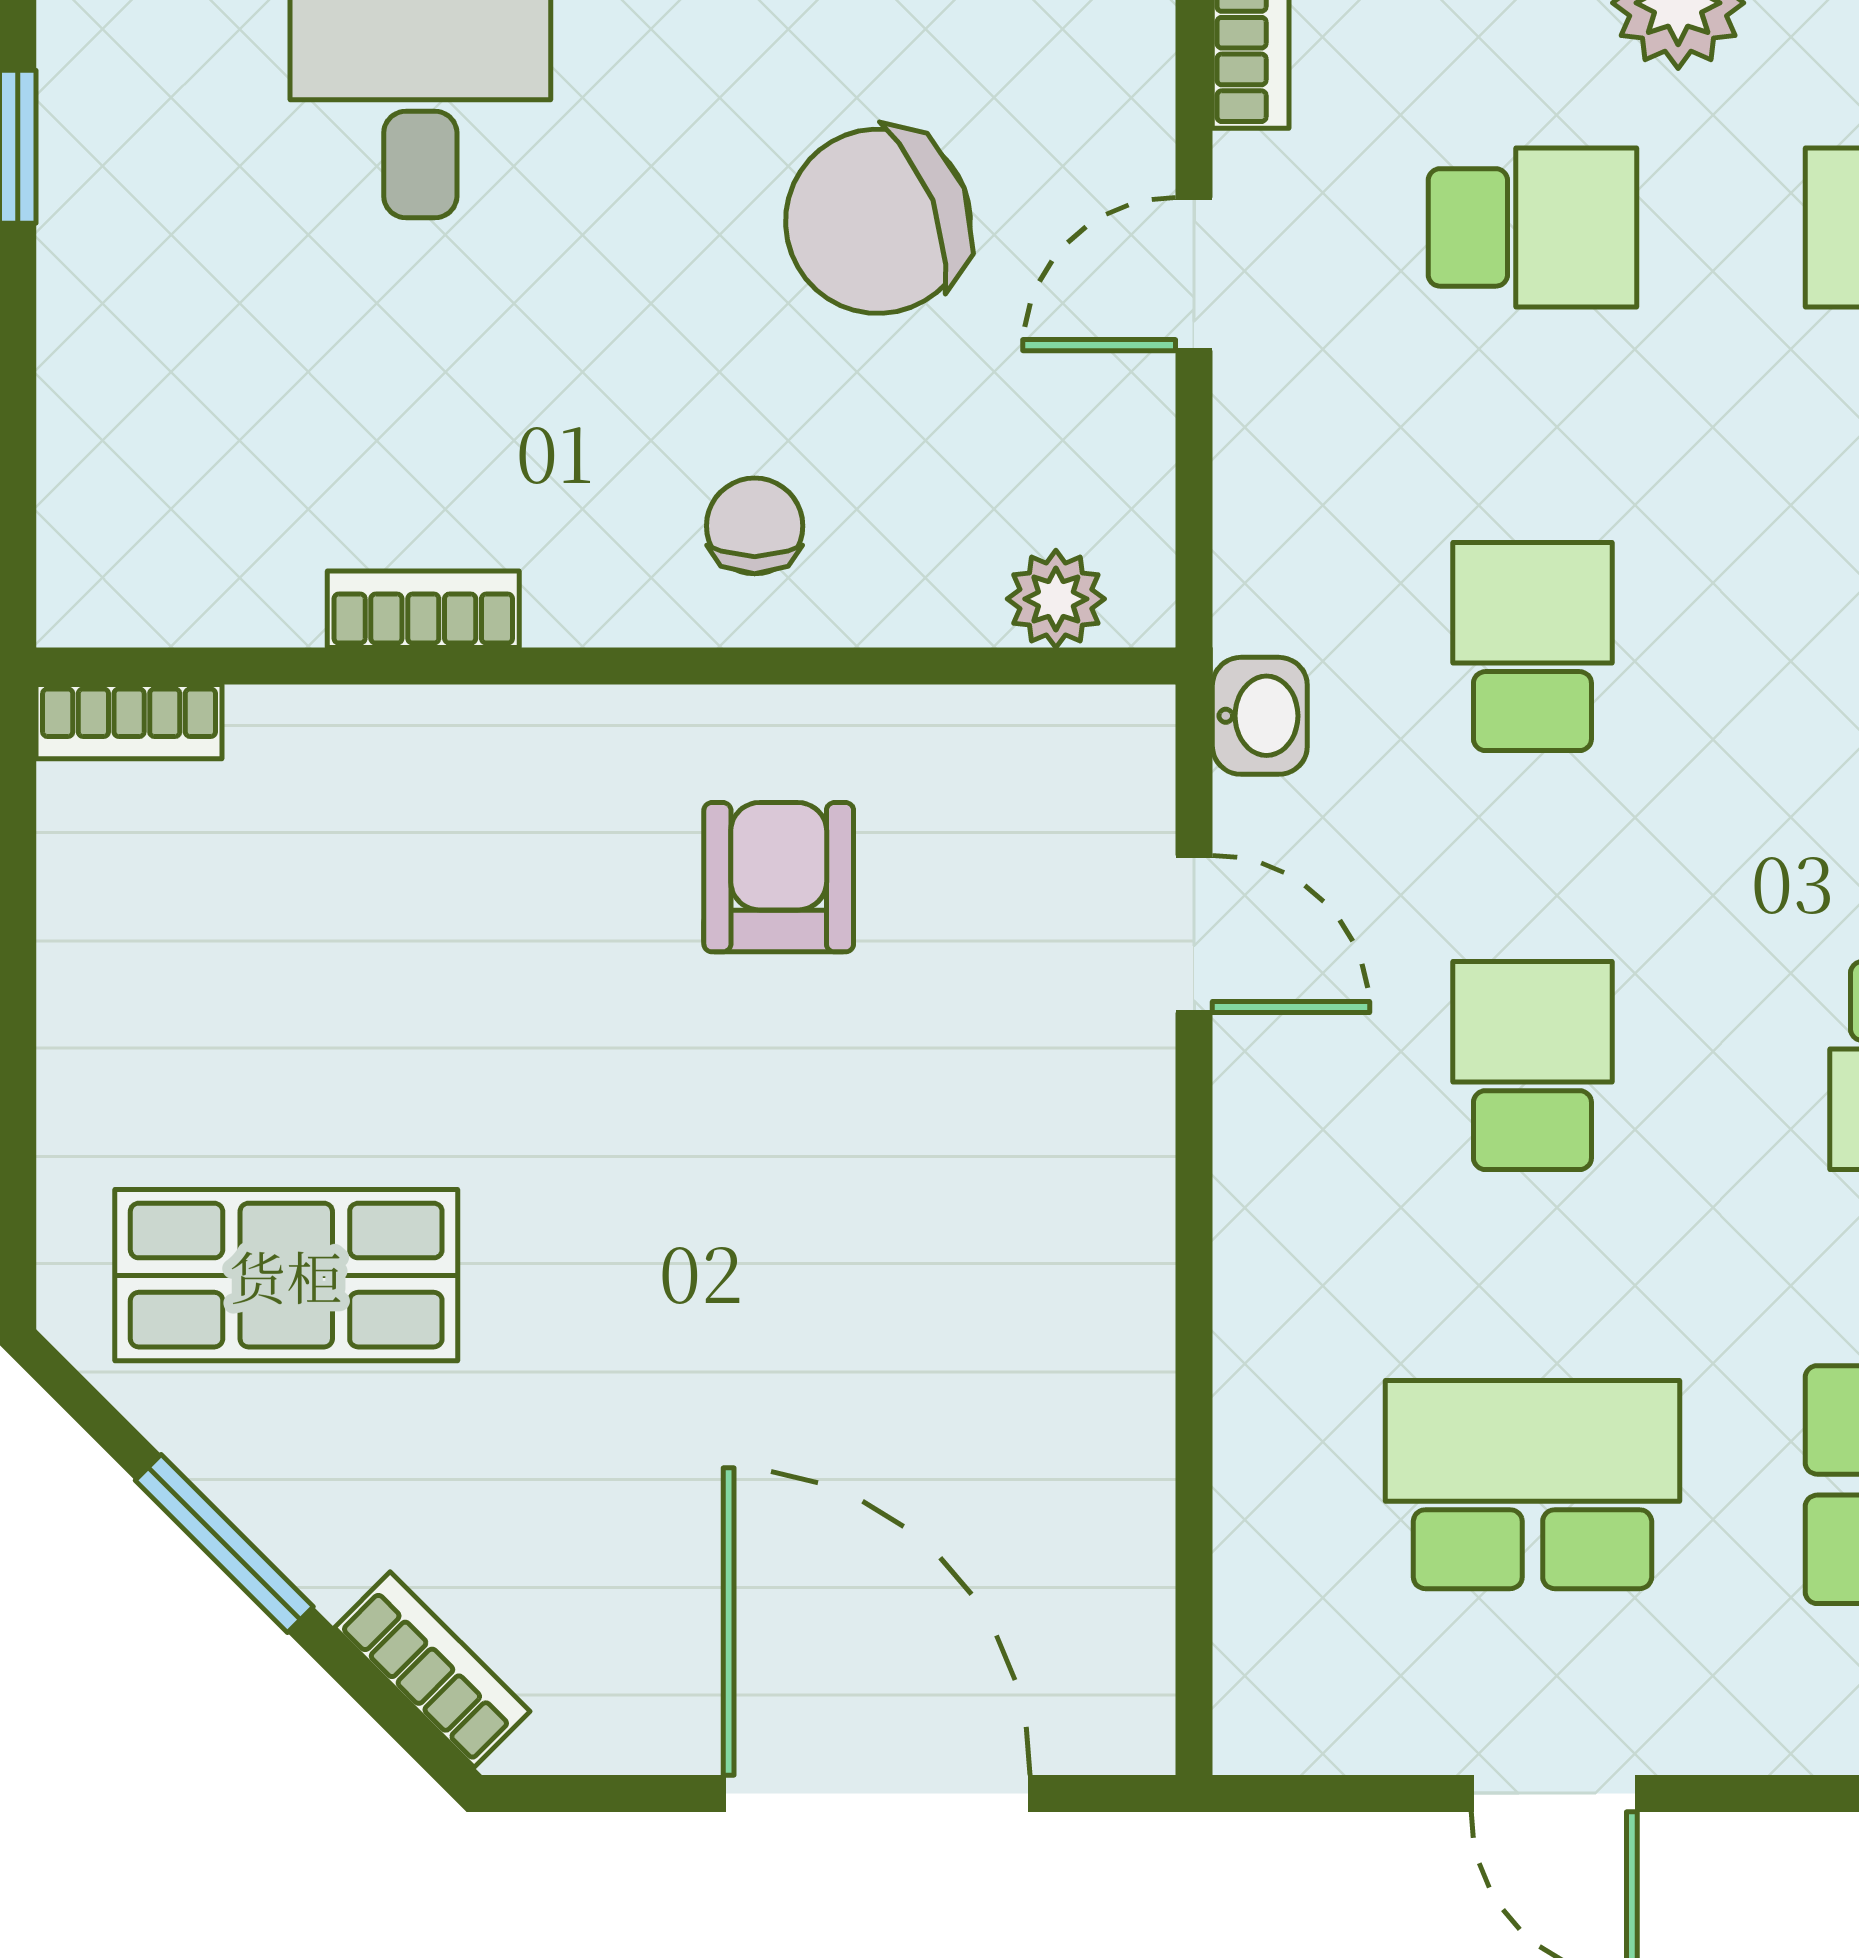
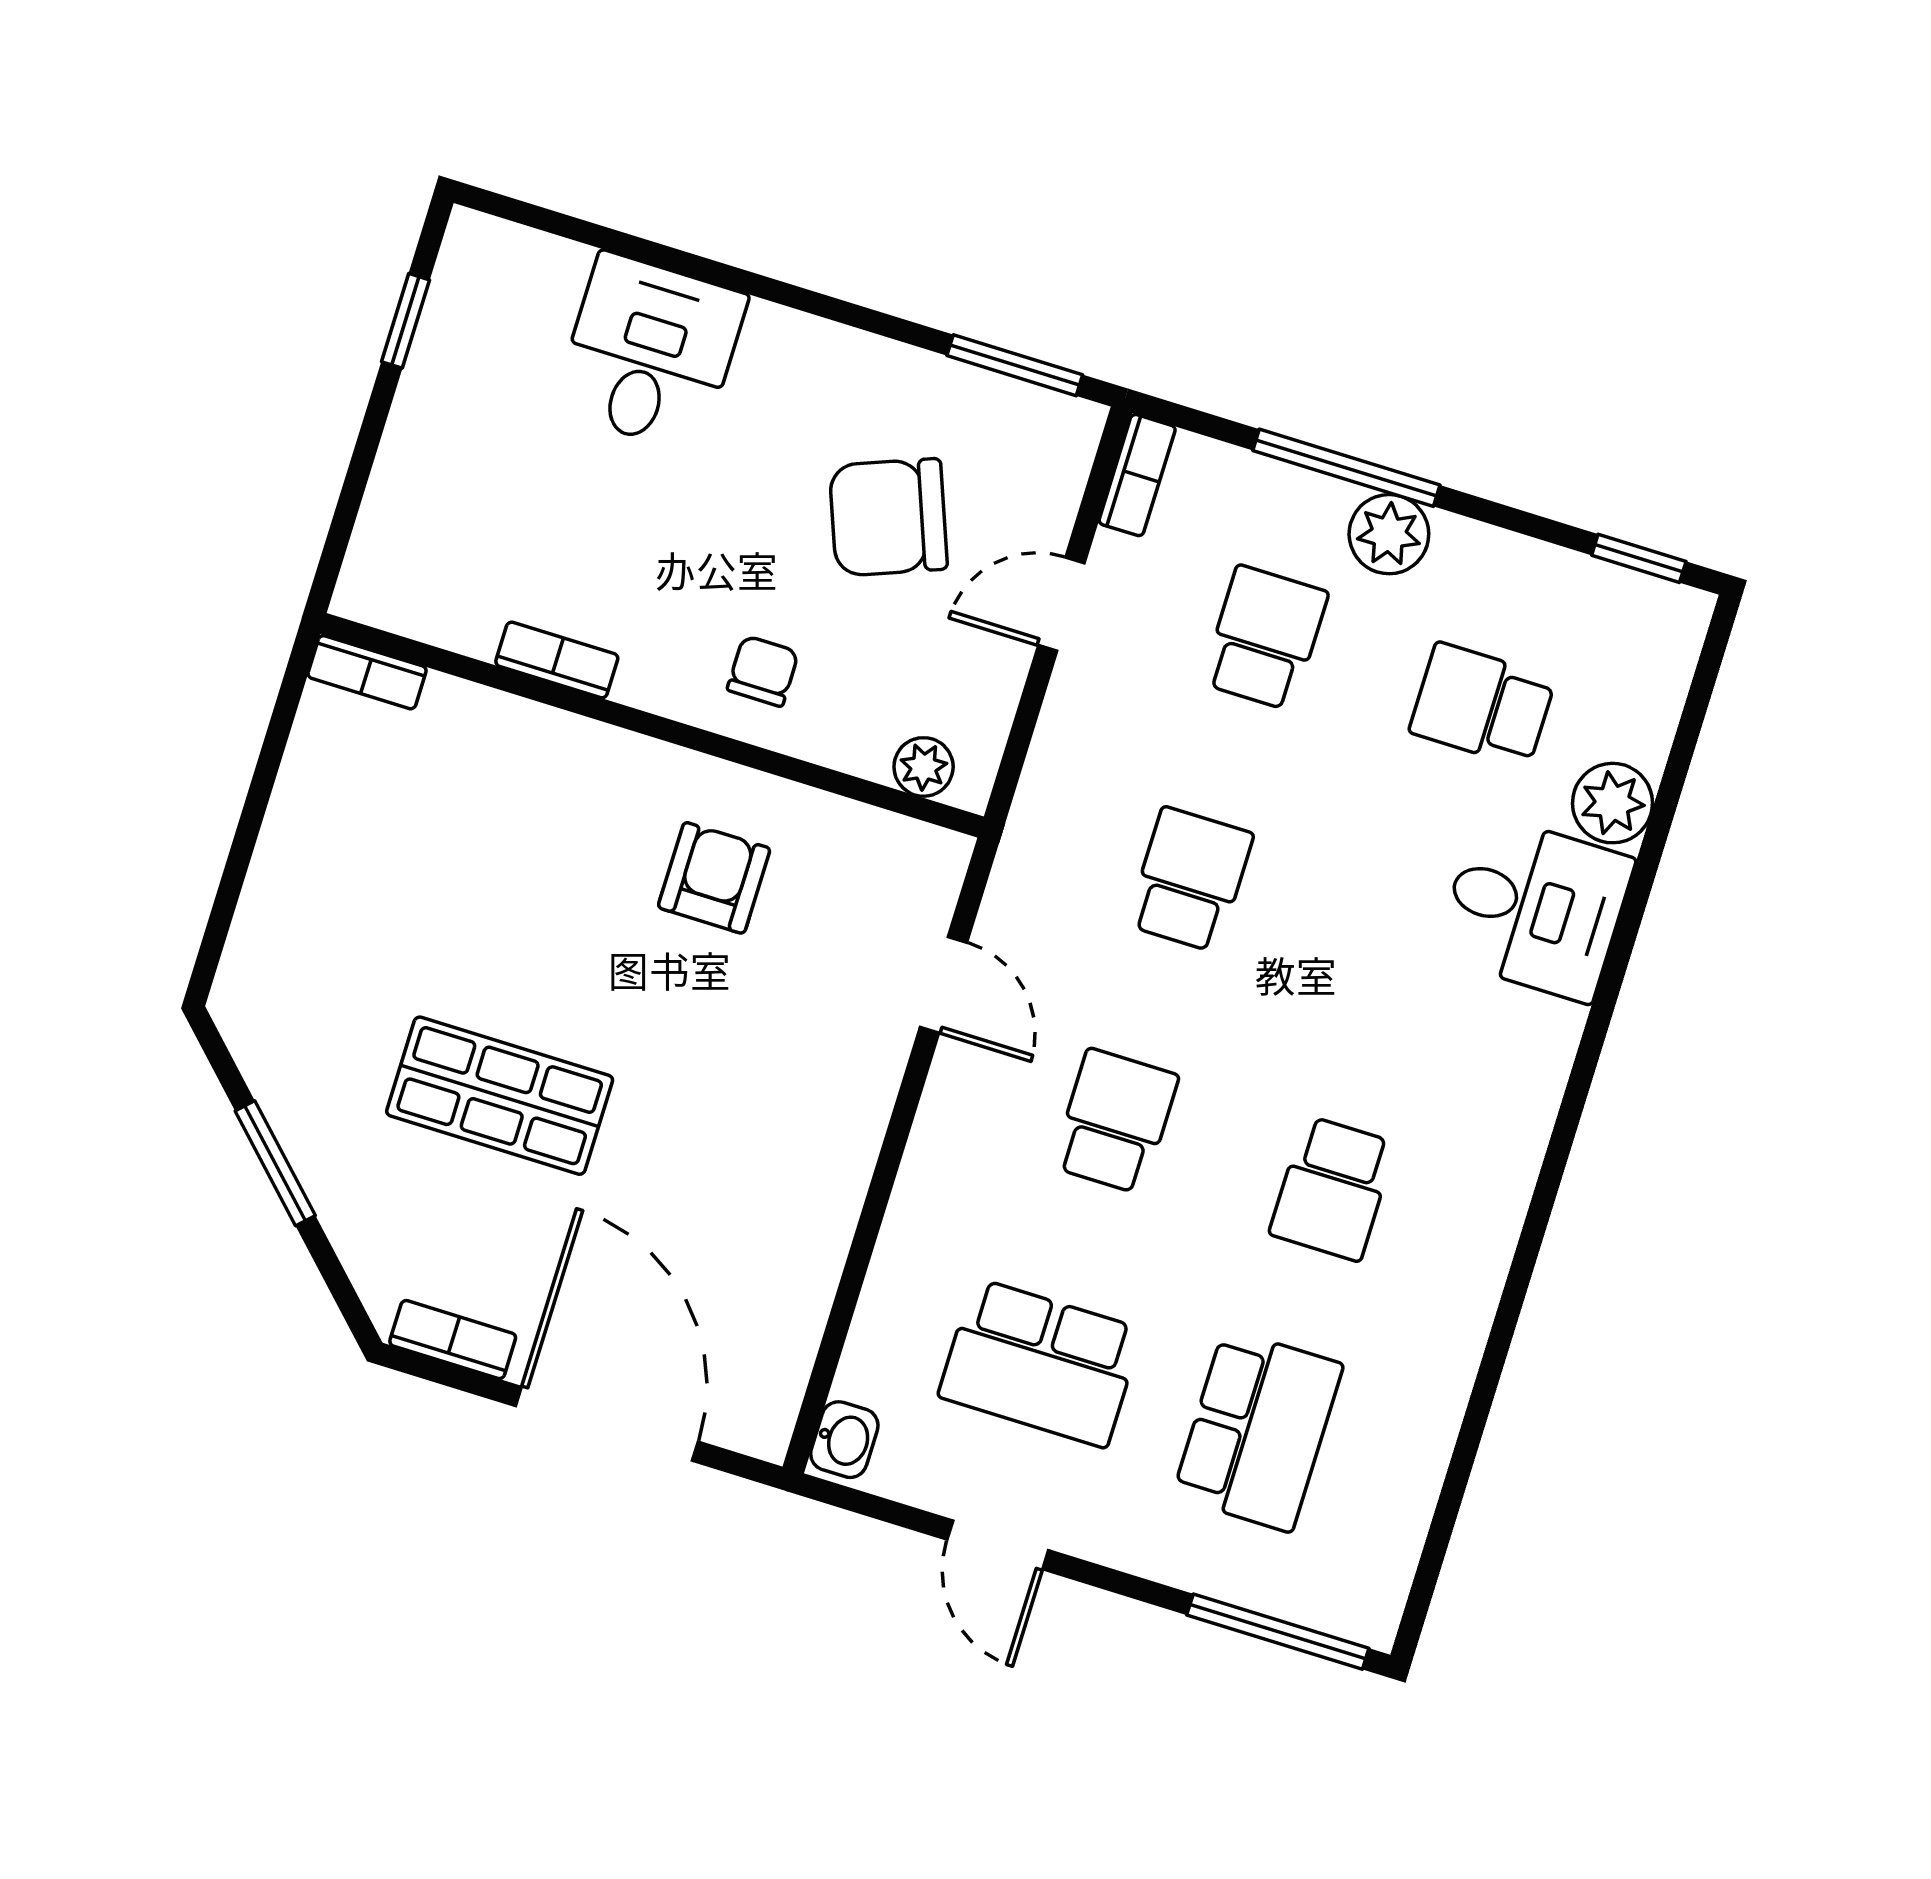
school desk: (1532, 227) -> (1265, 638), turned -90
washbasin: (1260, 716) -> (844, 1440), moved
shop shelf: (286, 1275) -> (500, 1096), moved
school desk: (1532, 1485) -> (1040, 1363), turned 180
bookcase: (432, 1670) -> (453, 1340), moved, turned -45

